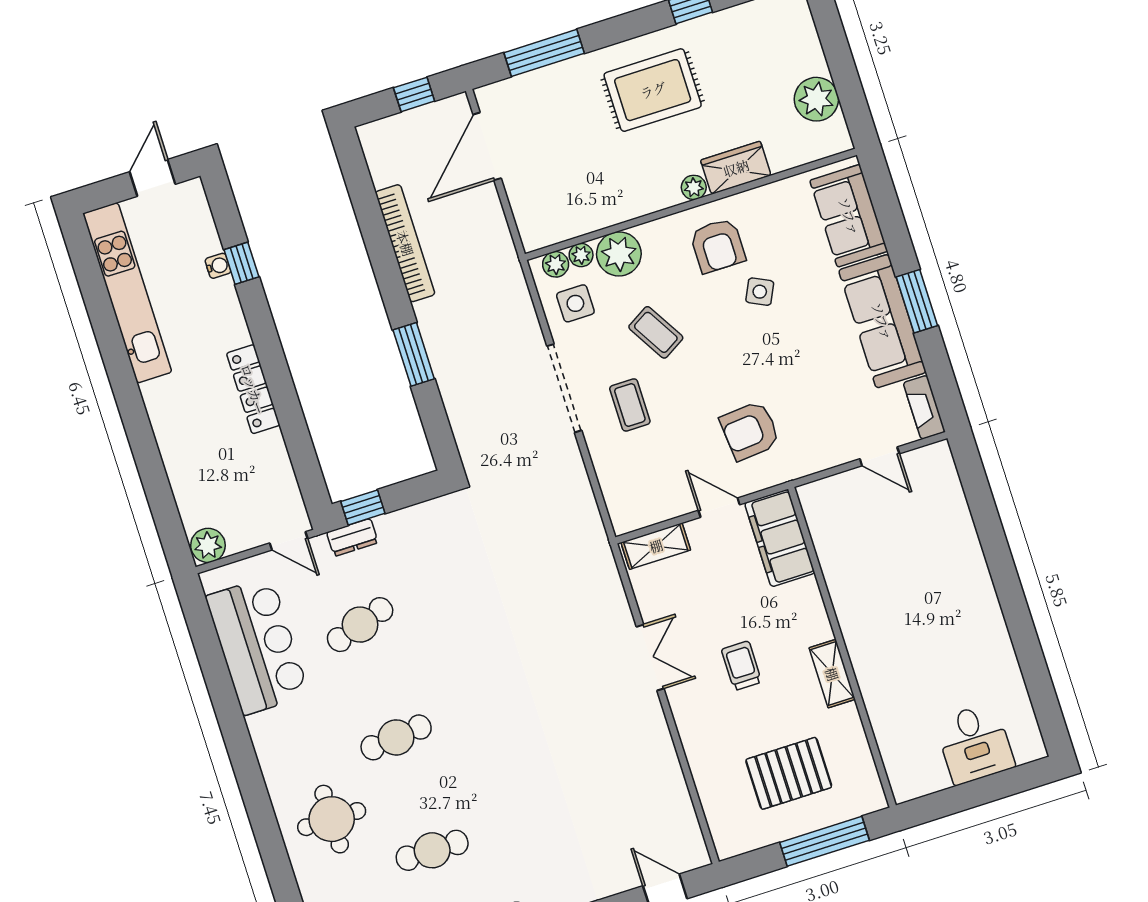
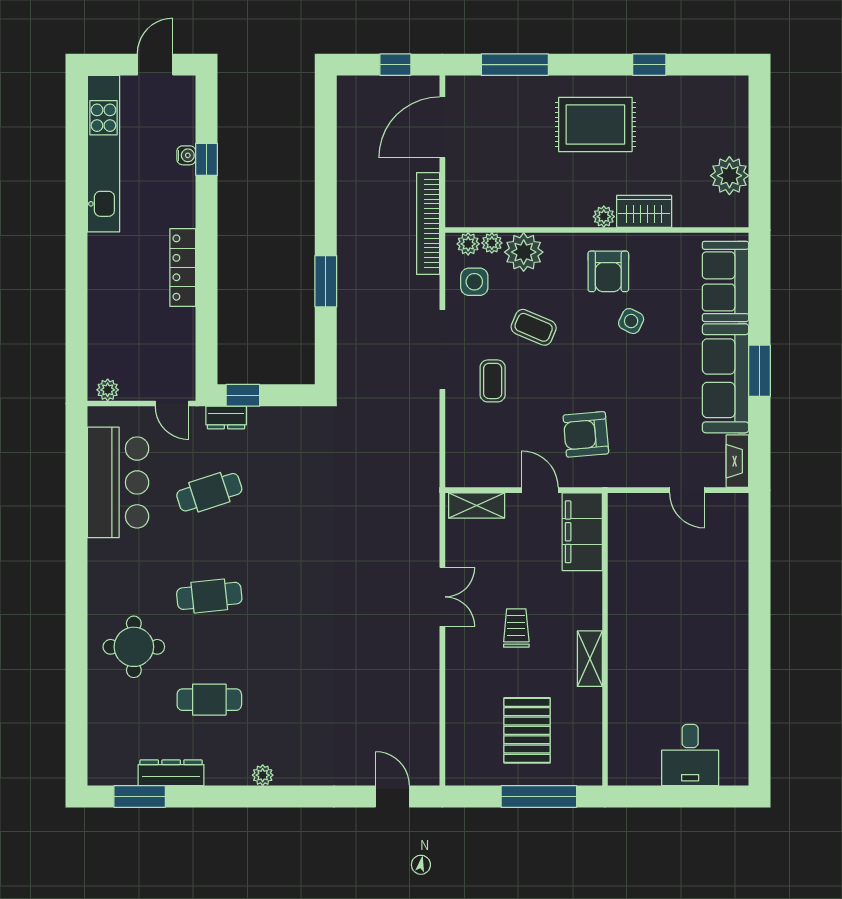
bookcase: (405, 243) -> (428, 223), moved, turned 180
coffee table: (656, 332) -> (534, 327), turned -36
plant: (208, 545) -> (108, 390), width x0.73, depth x0.73
pallet: (789, 773) -> (527, 730), turned 90

